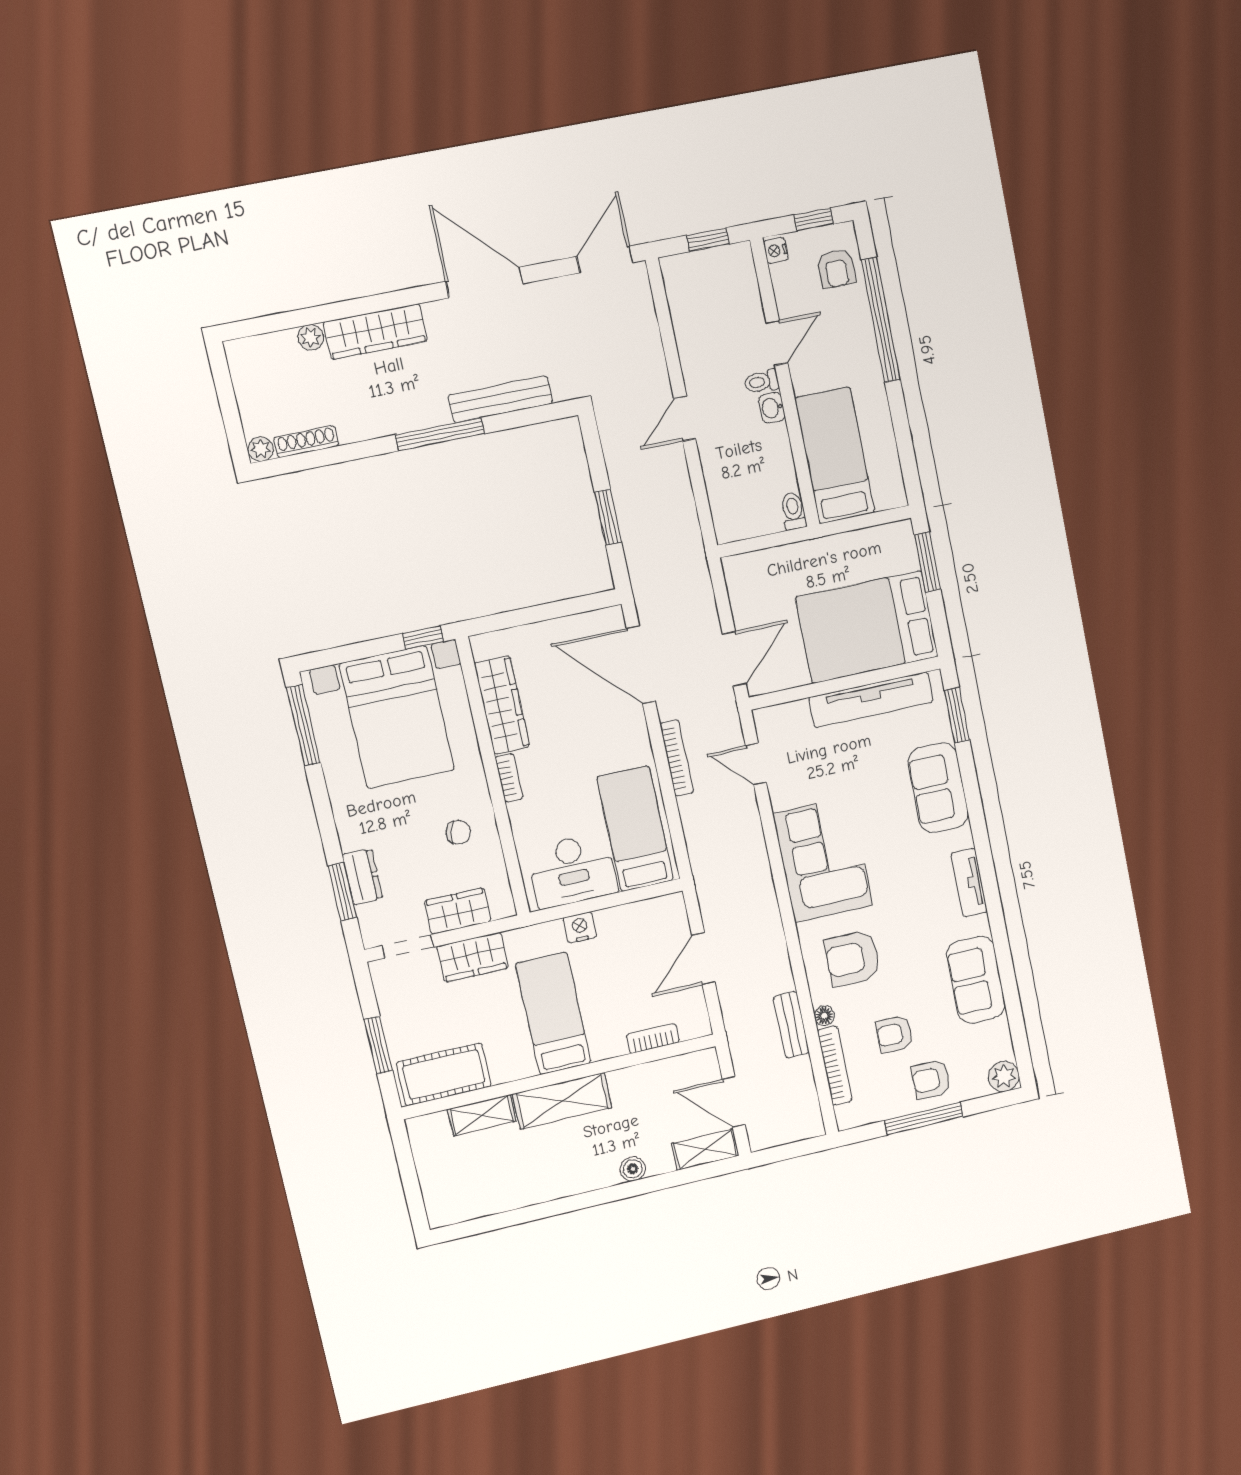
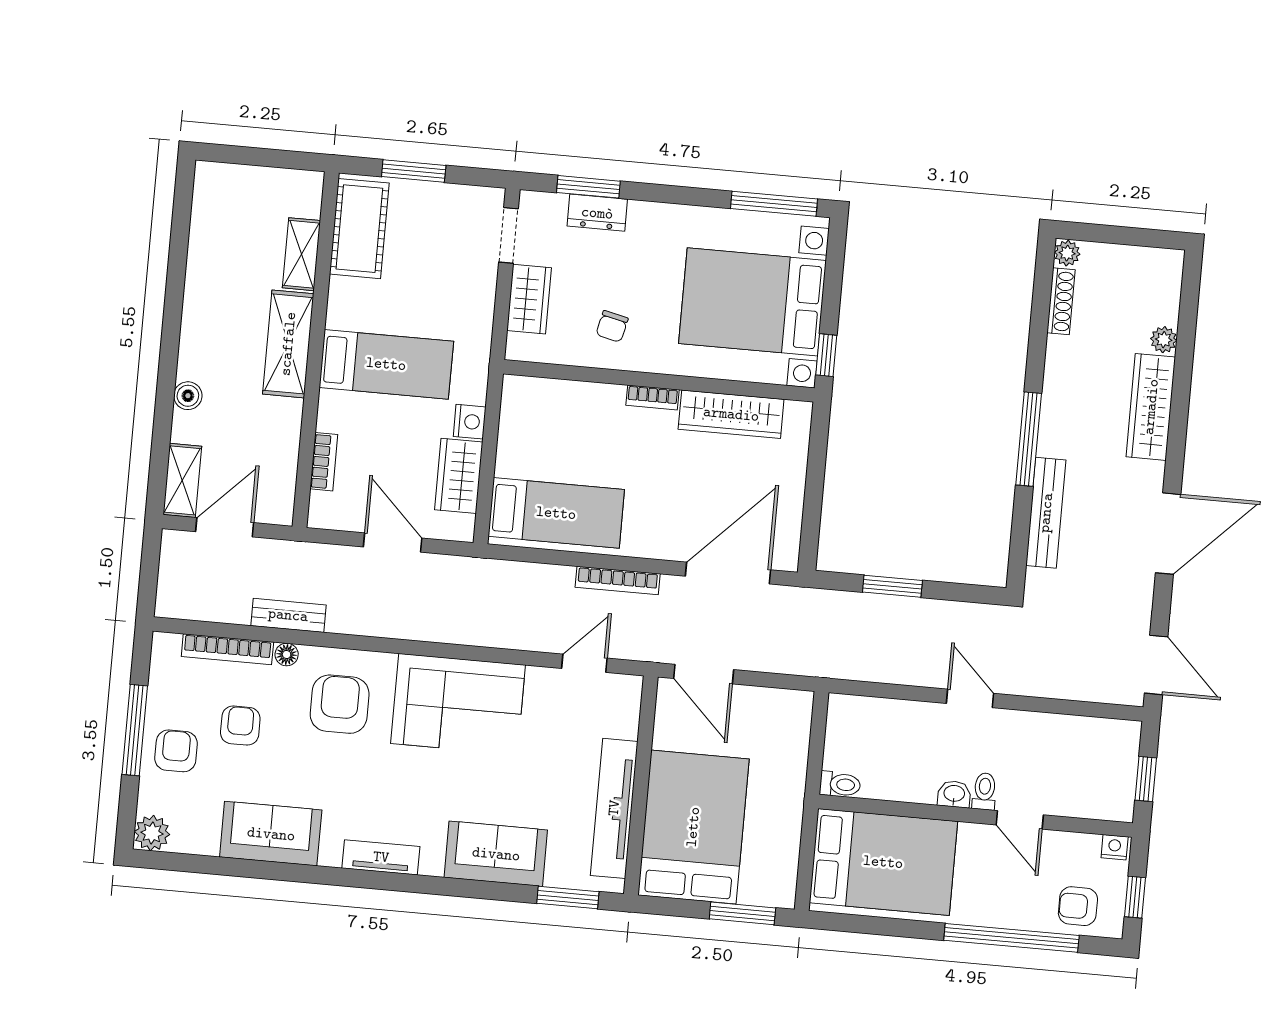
bed: (835, 455) -> (883, 862), width x1.50
desk: (572, 870) -> (533, 433), removed
wardrobe: (473, 957) -> (459, 476), moved

